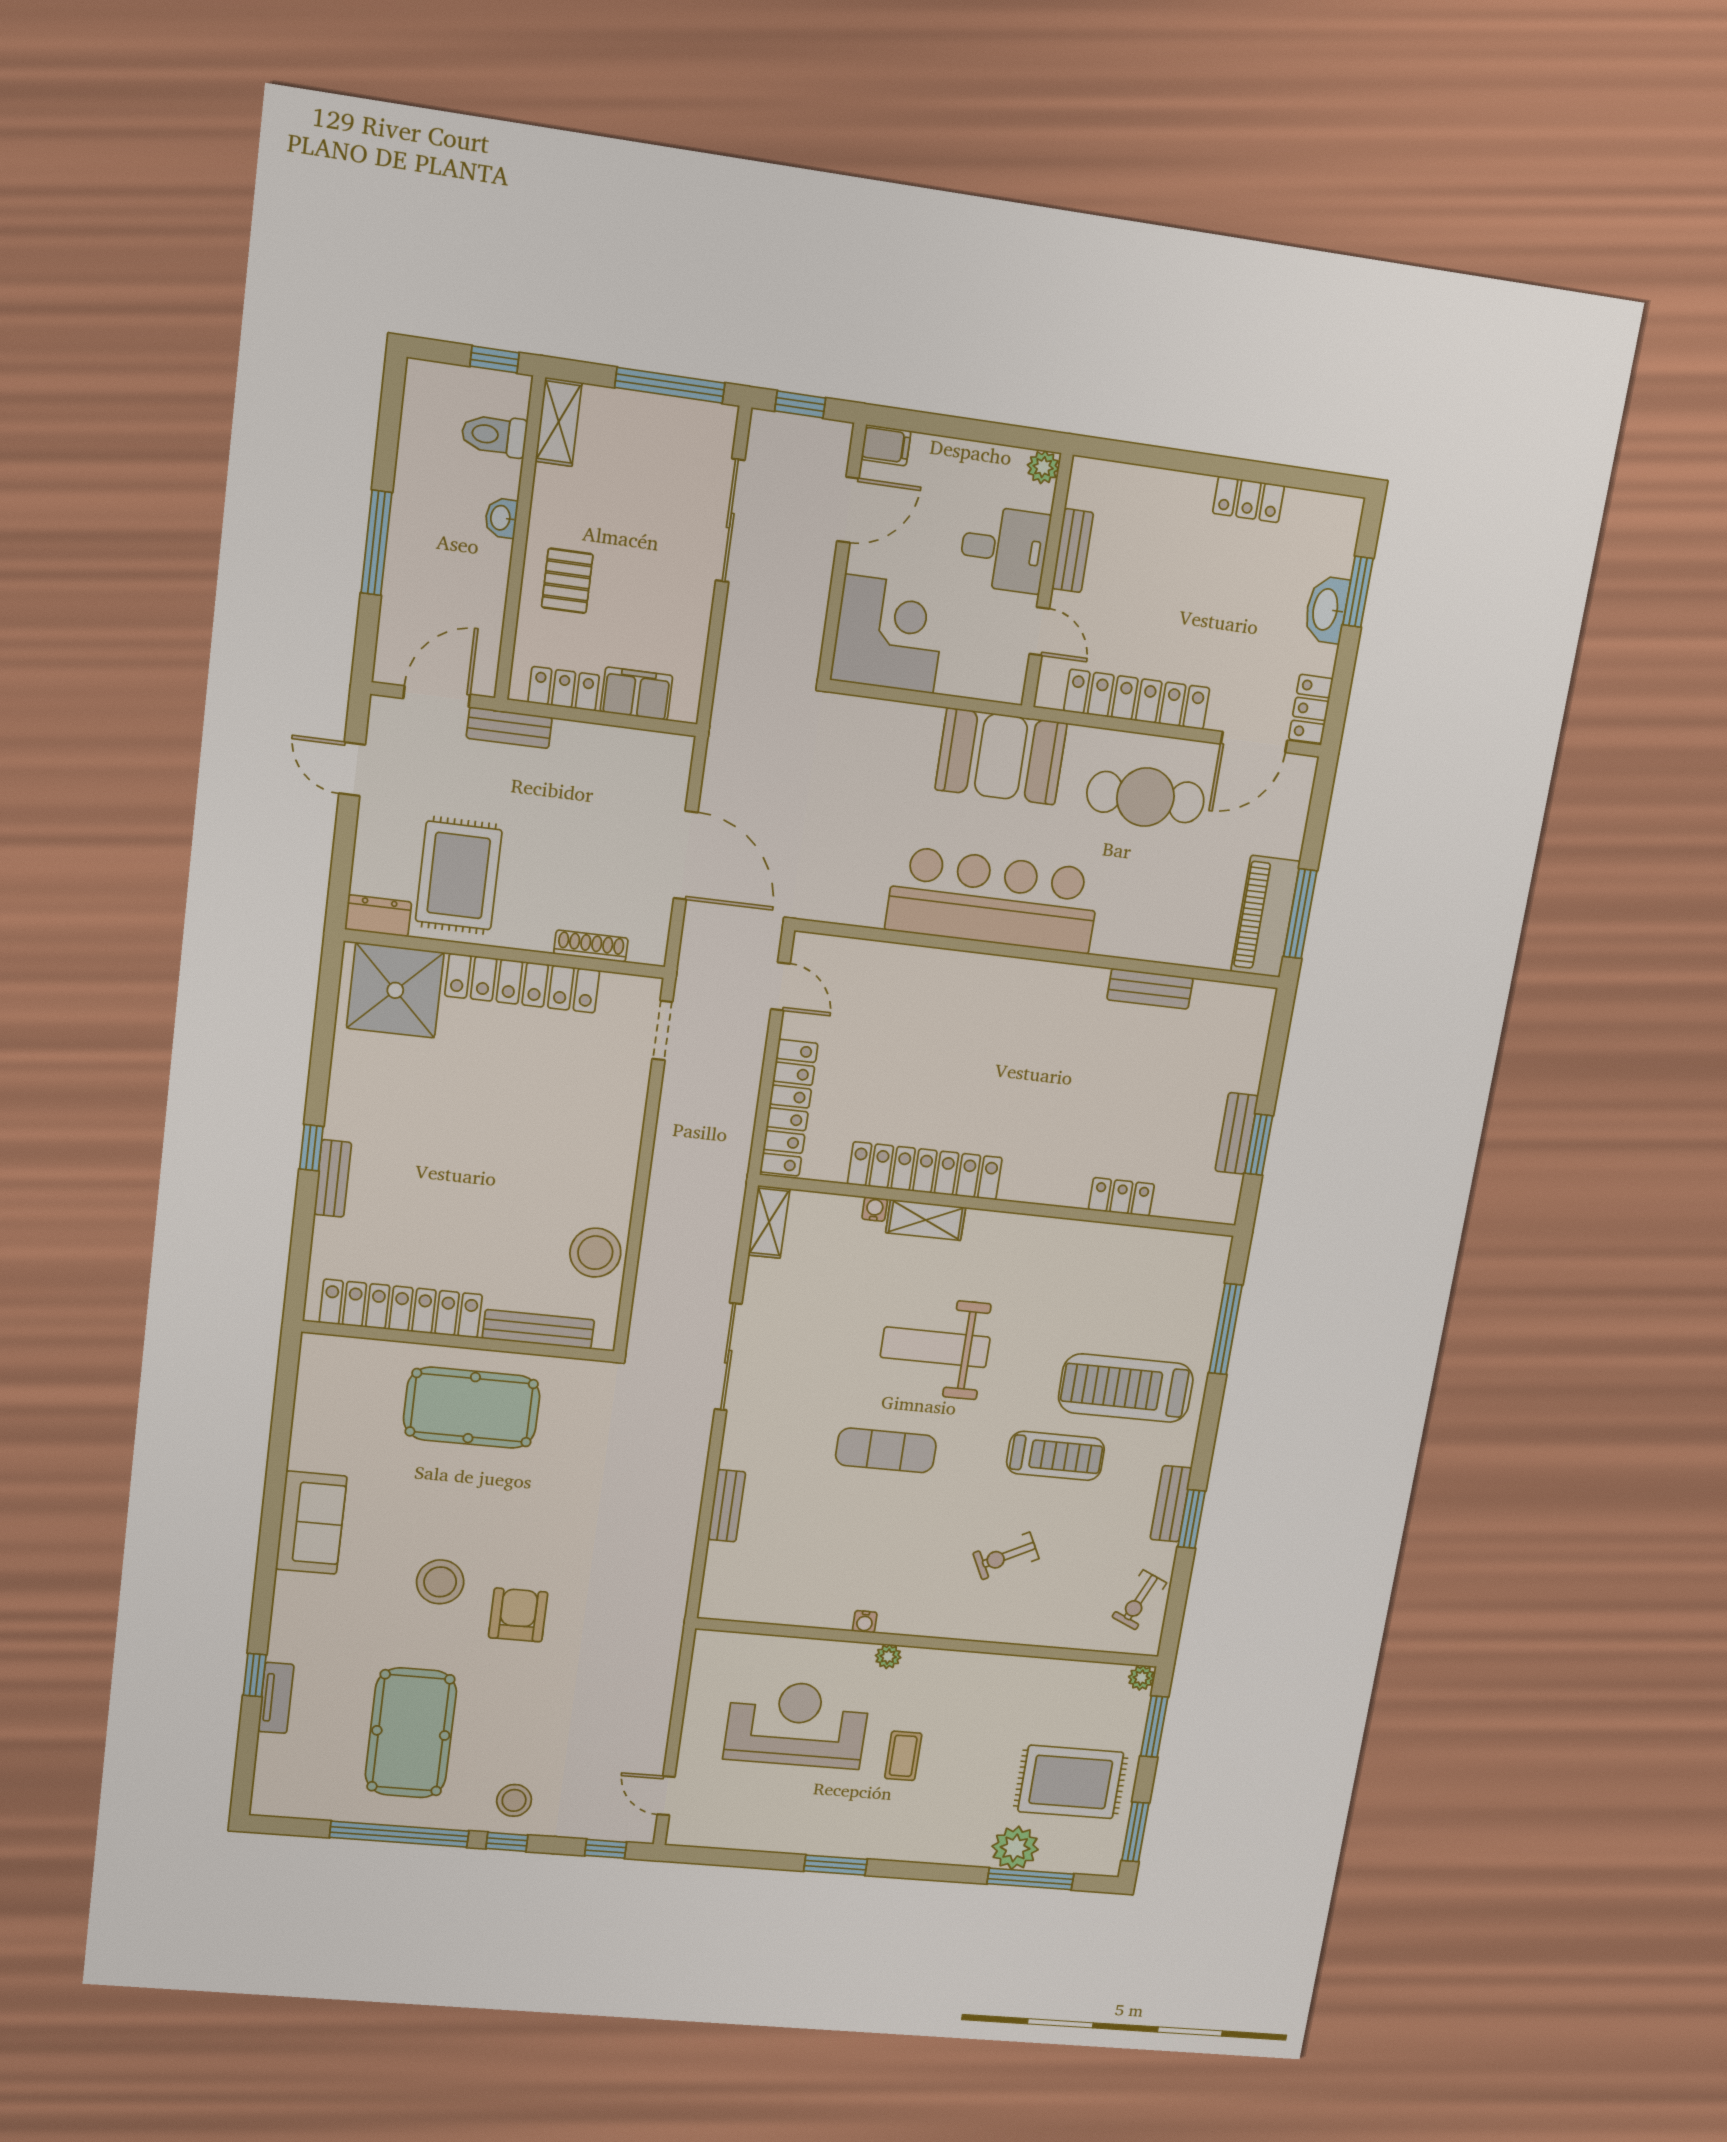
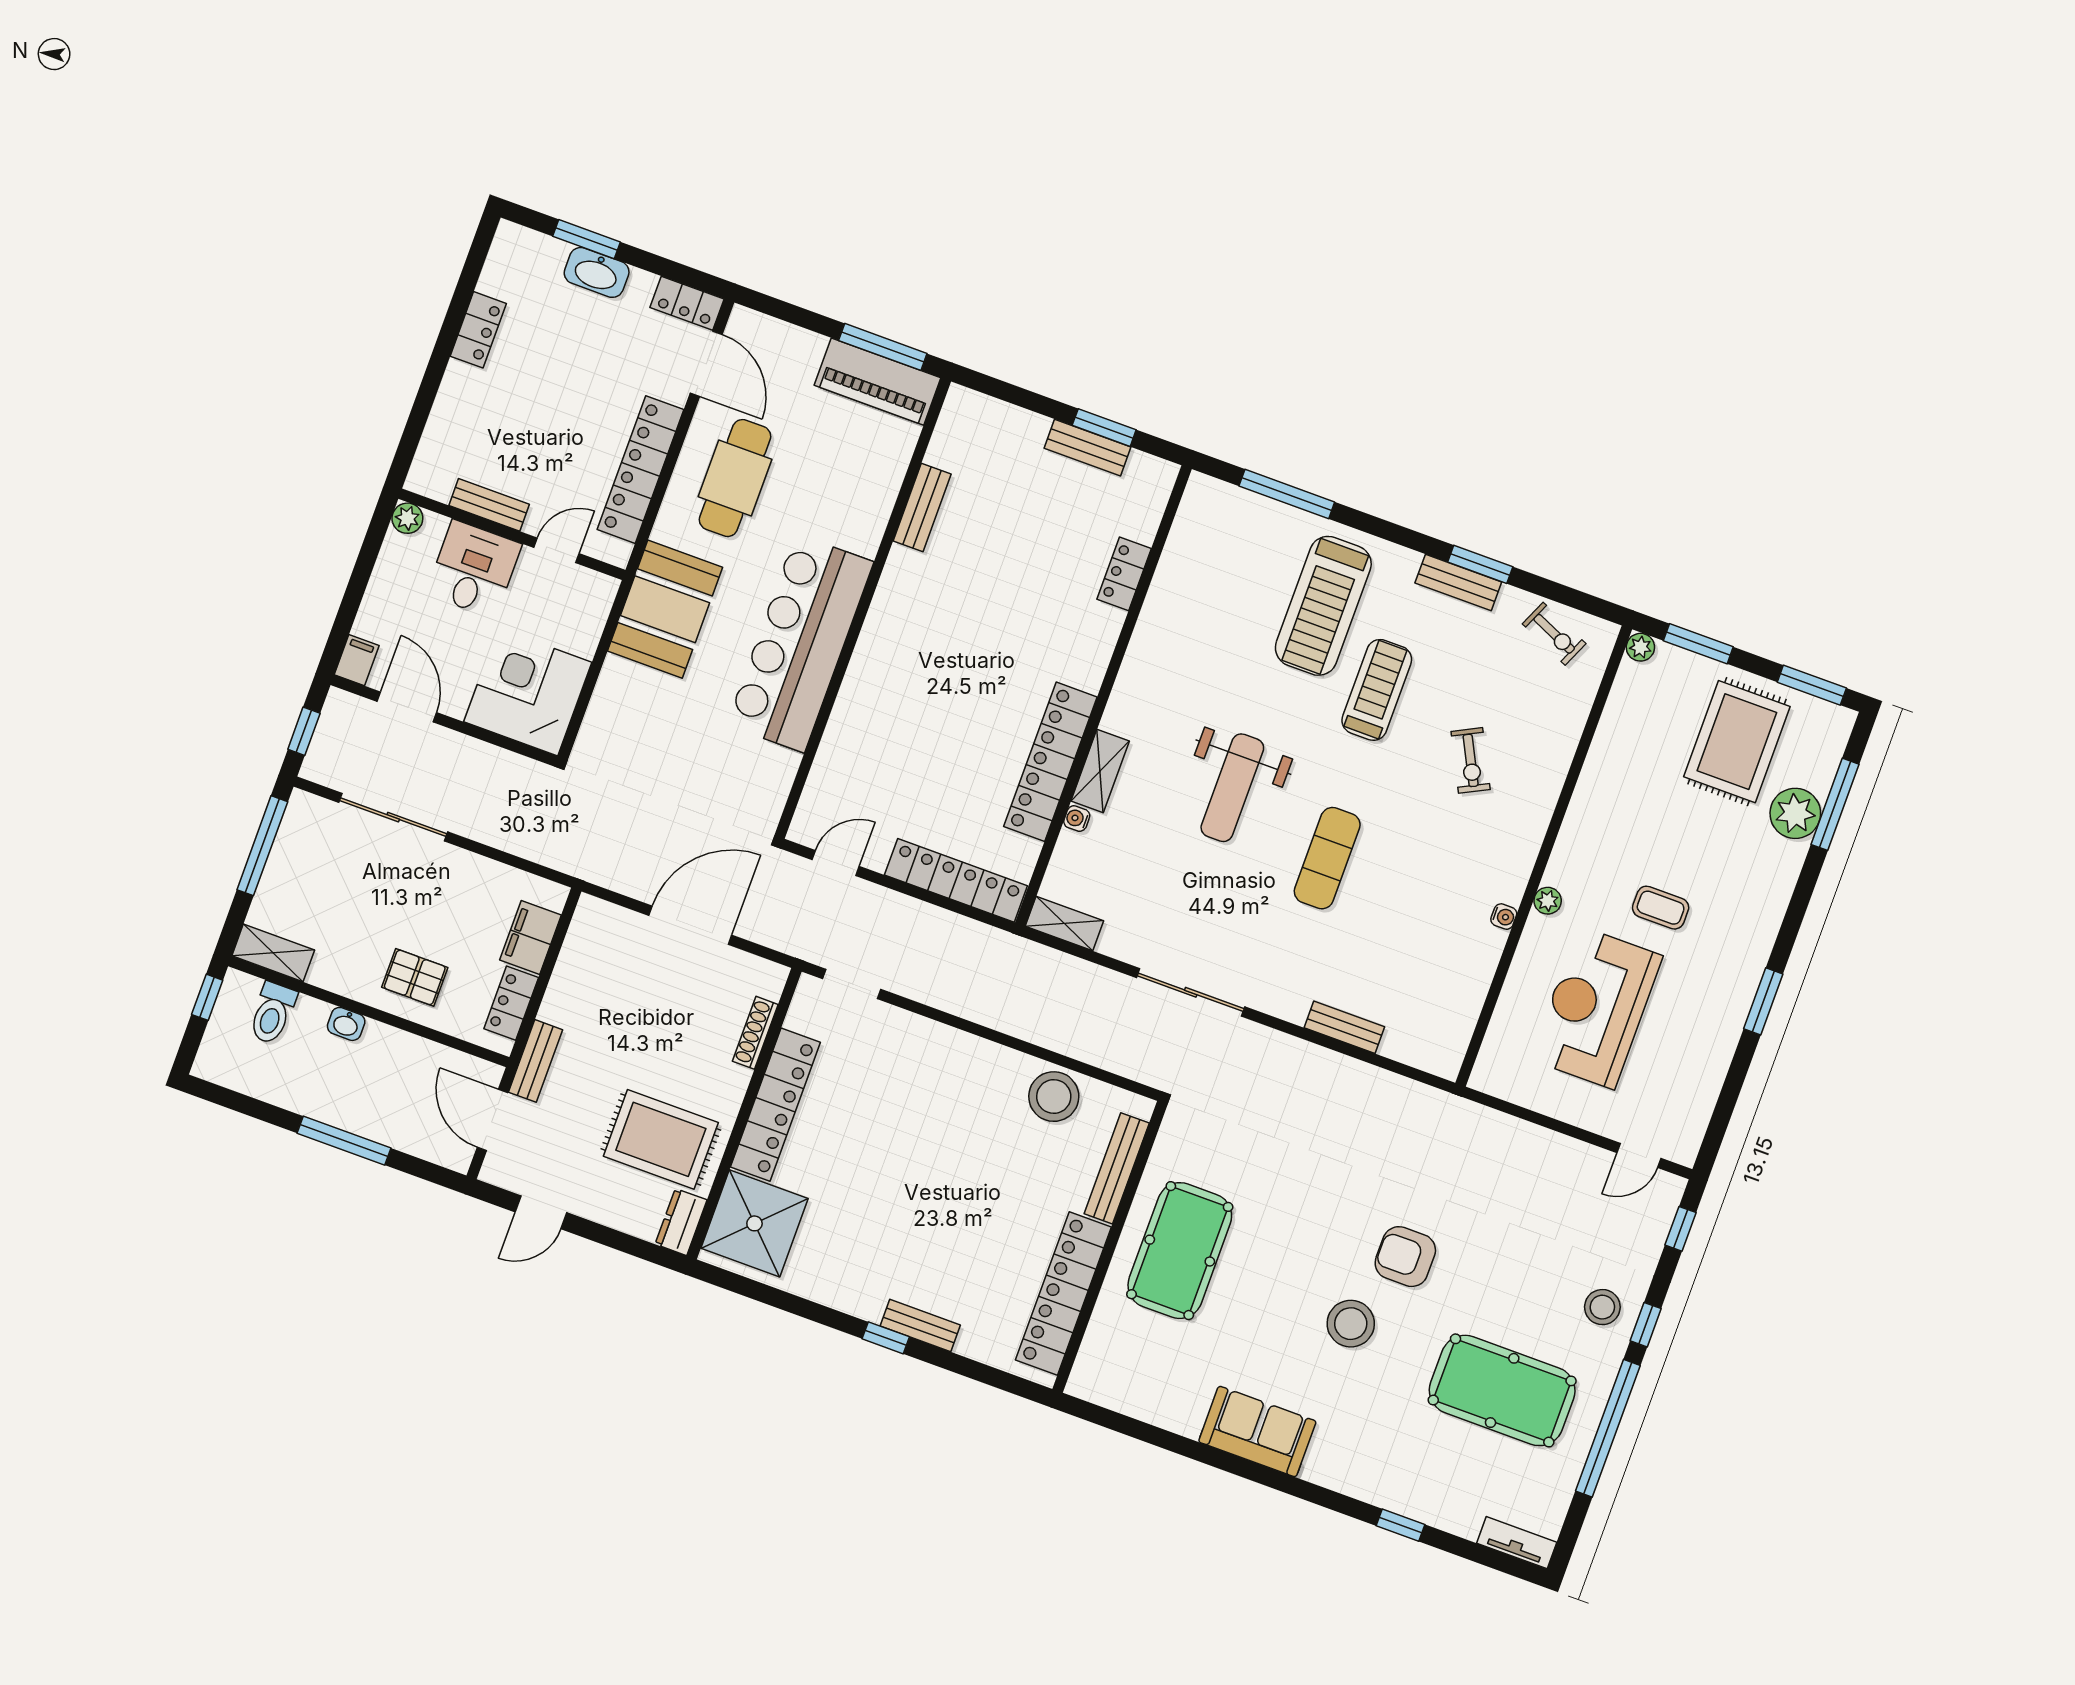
tv unit: (276, 1698) -> (1517, 1543), moved

